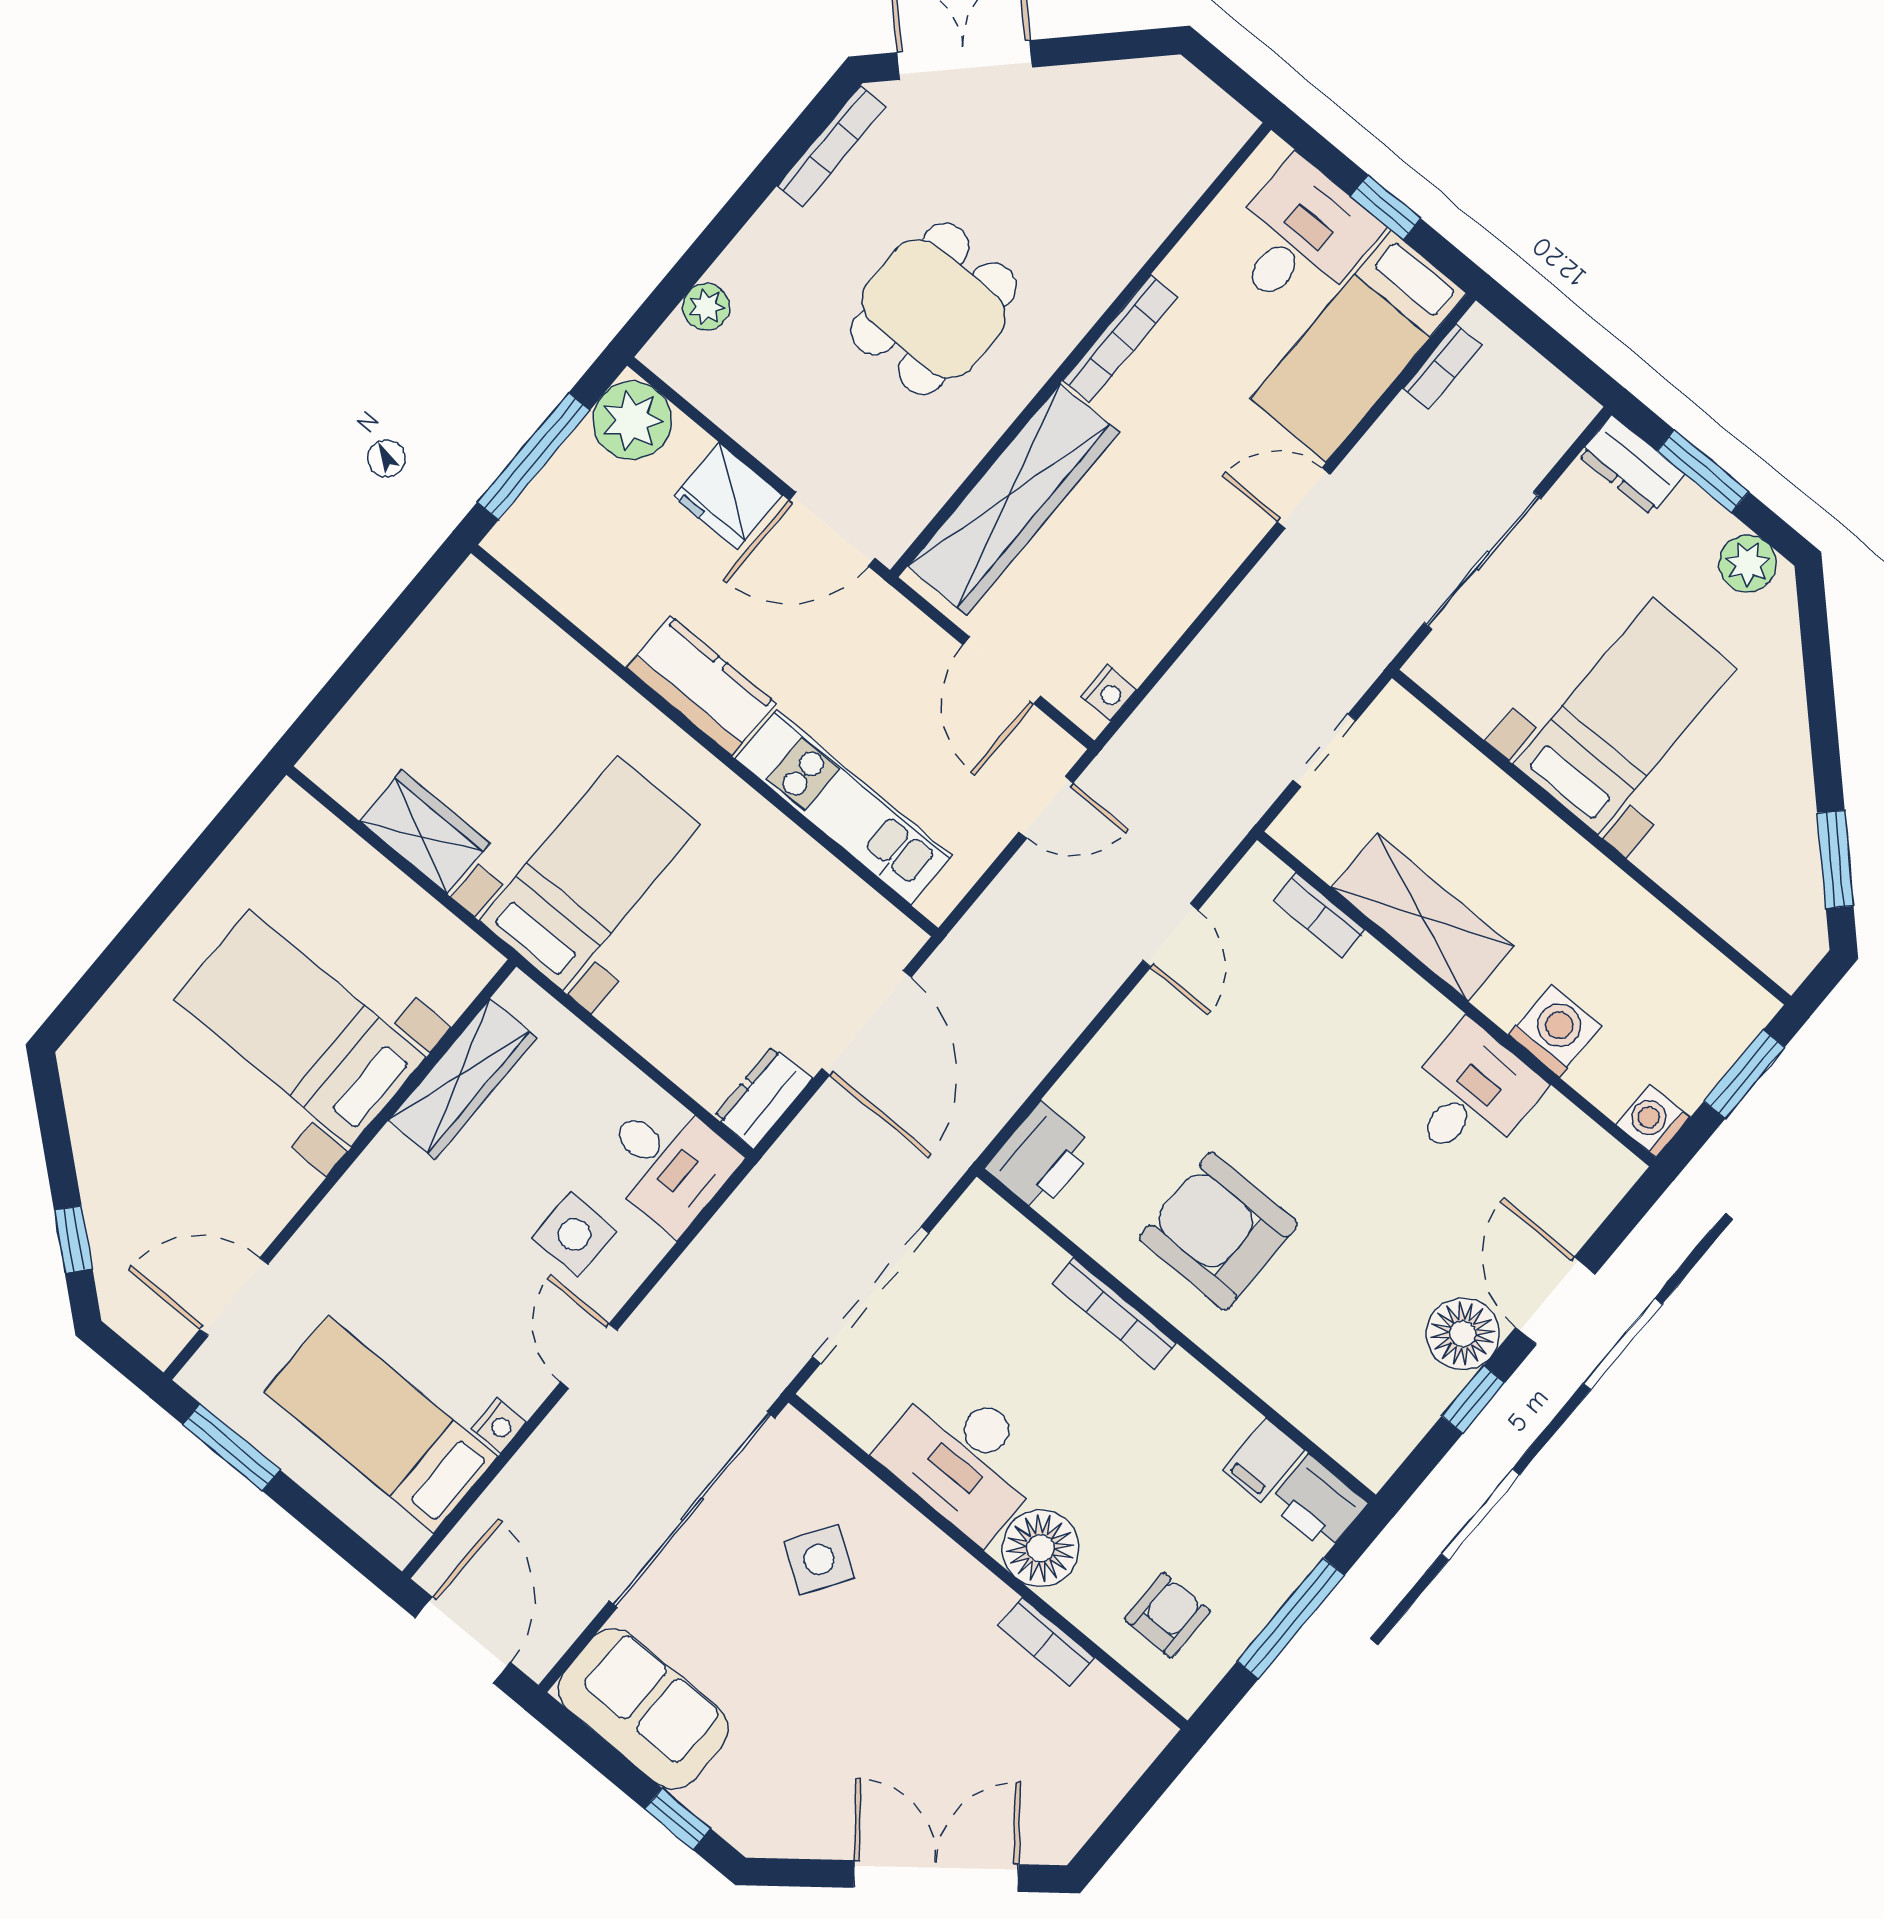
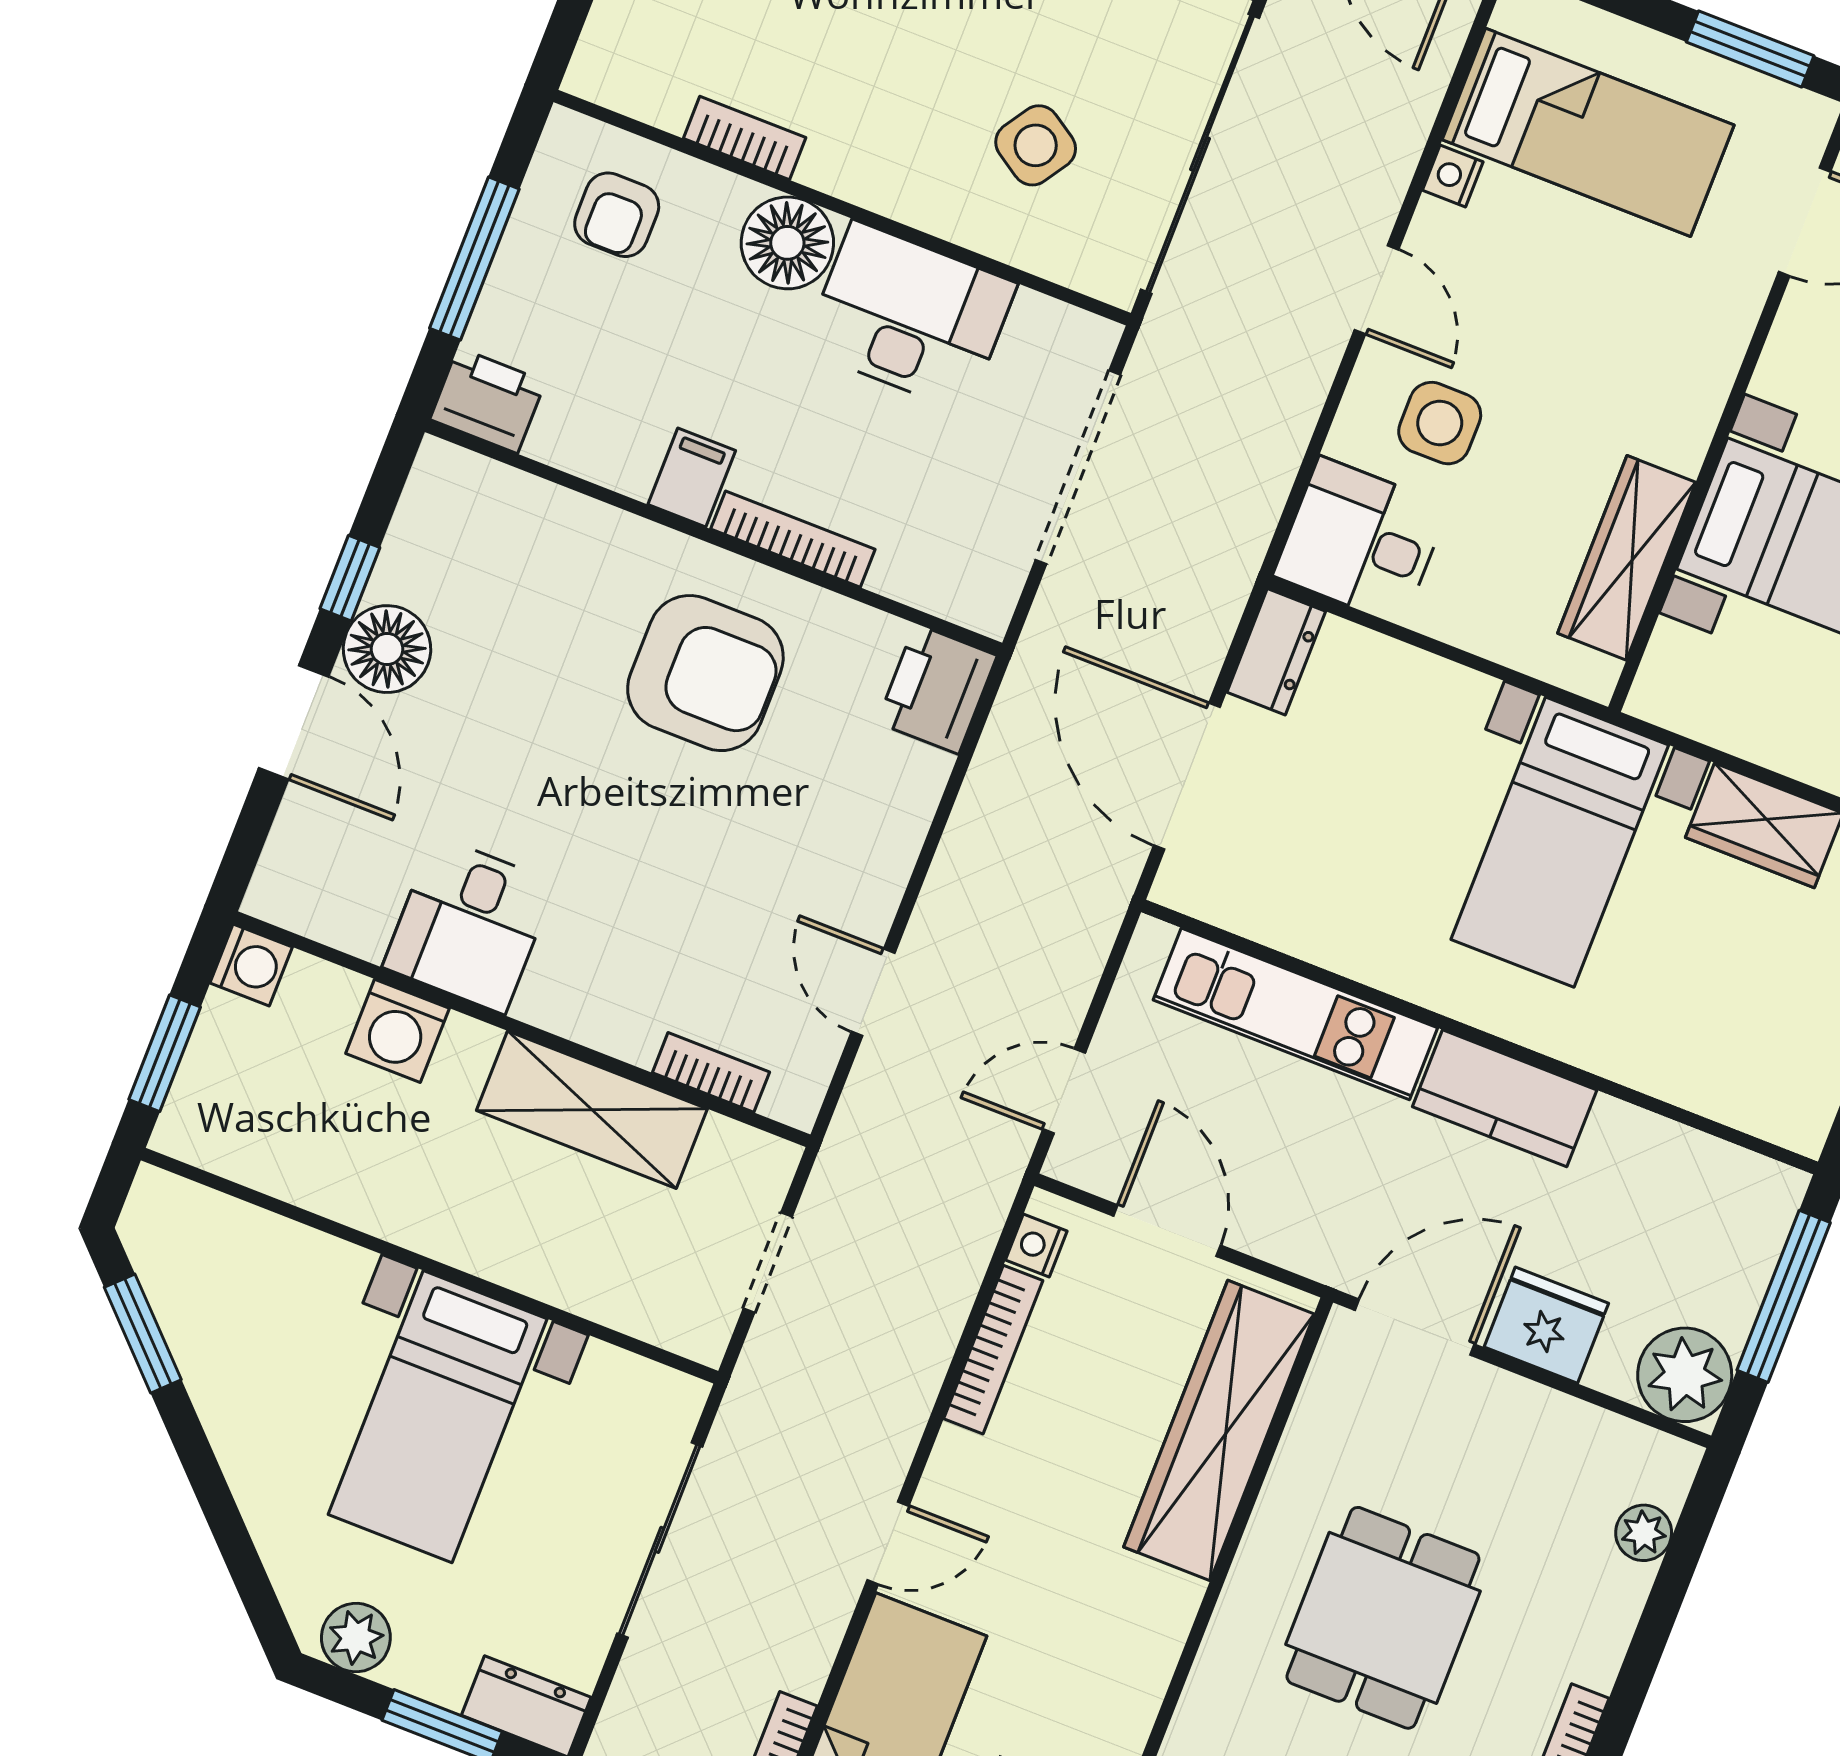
bookcase: (1120, 338) -> (993, 1350), moved, turned 180
filing cabinet: (1263, 1460) -> (692, 478), moved

